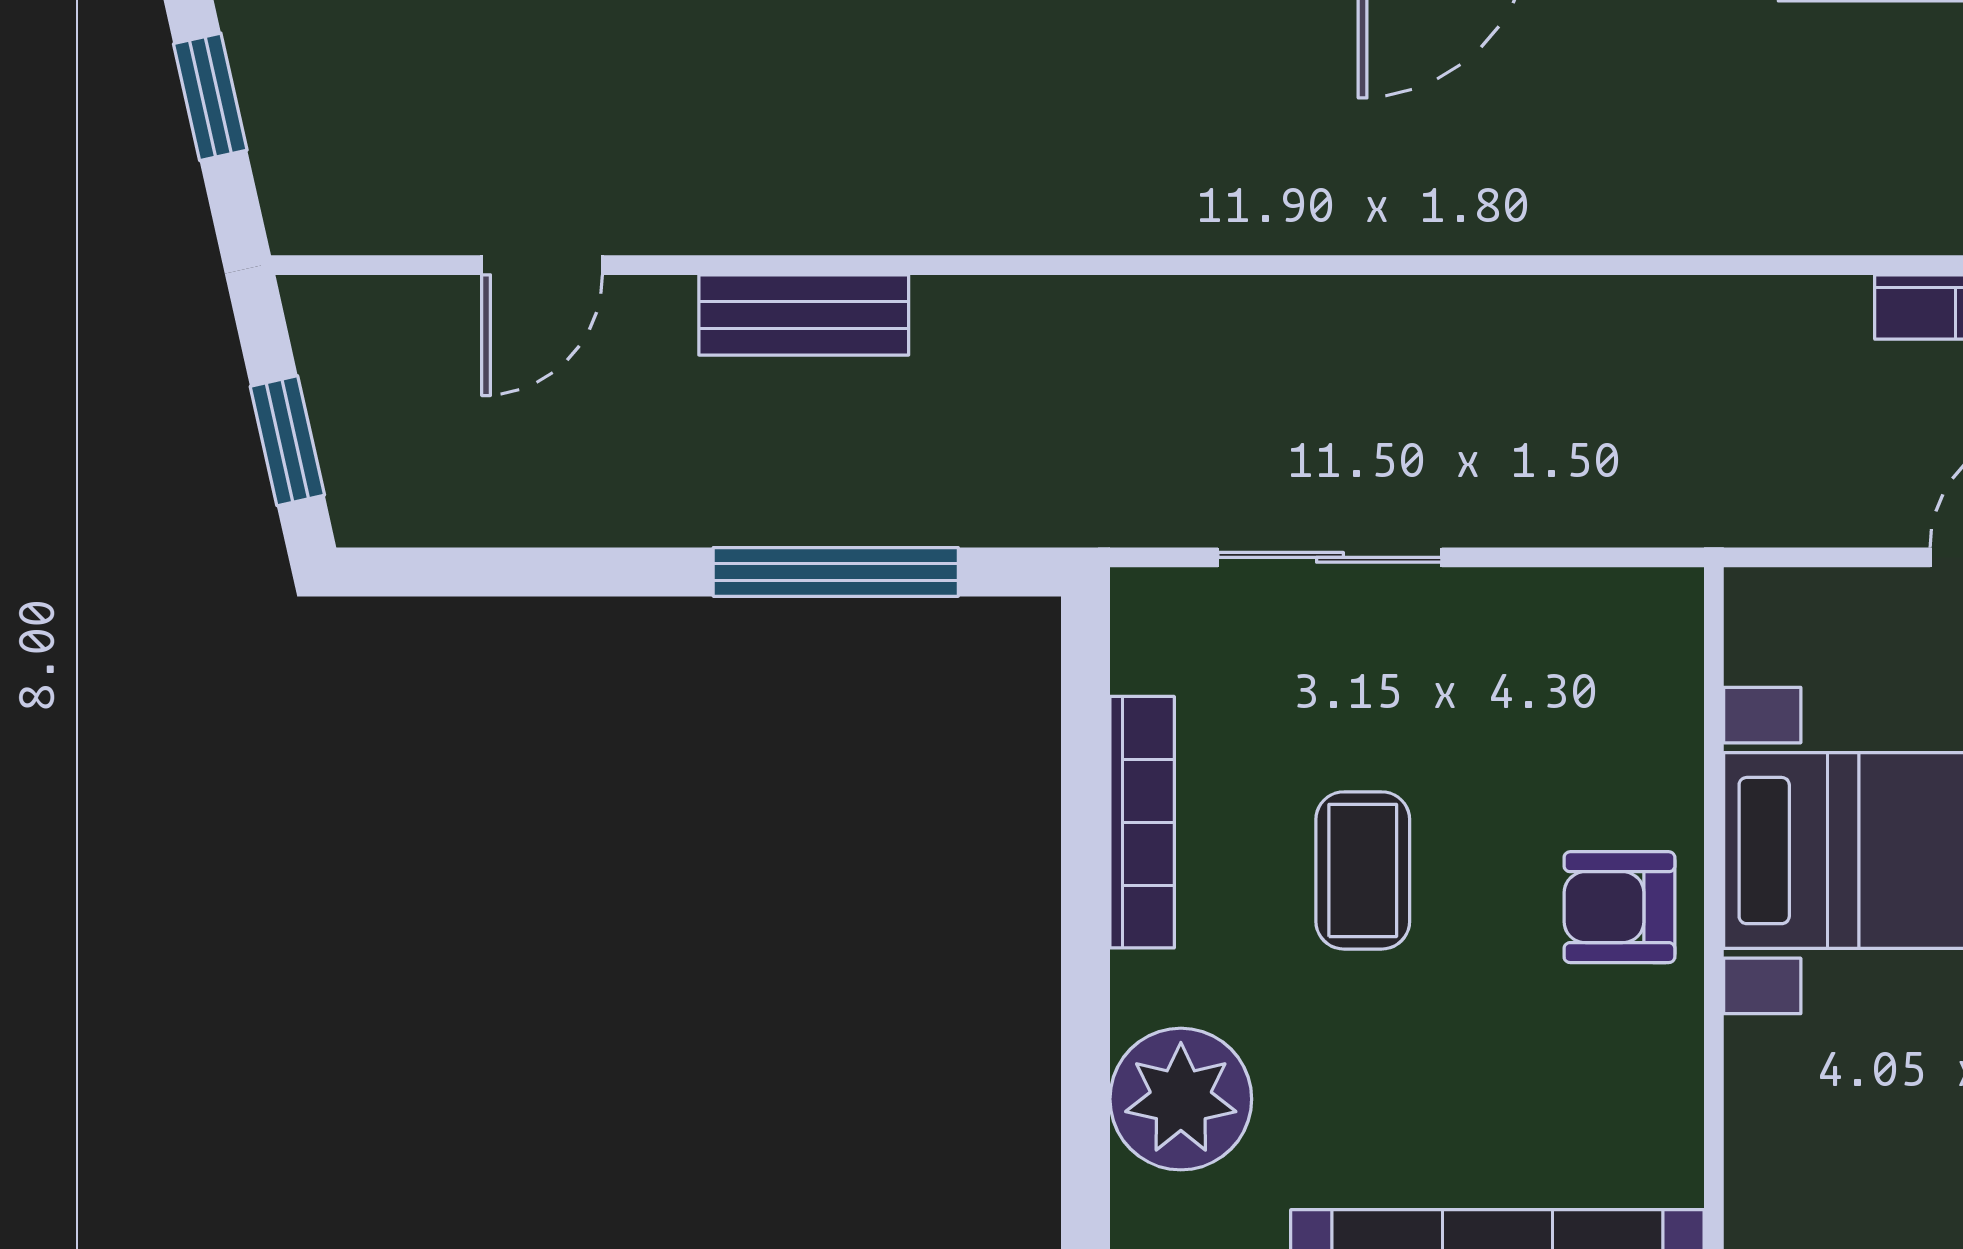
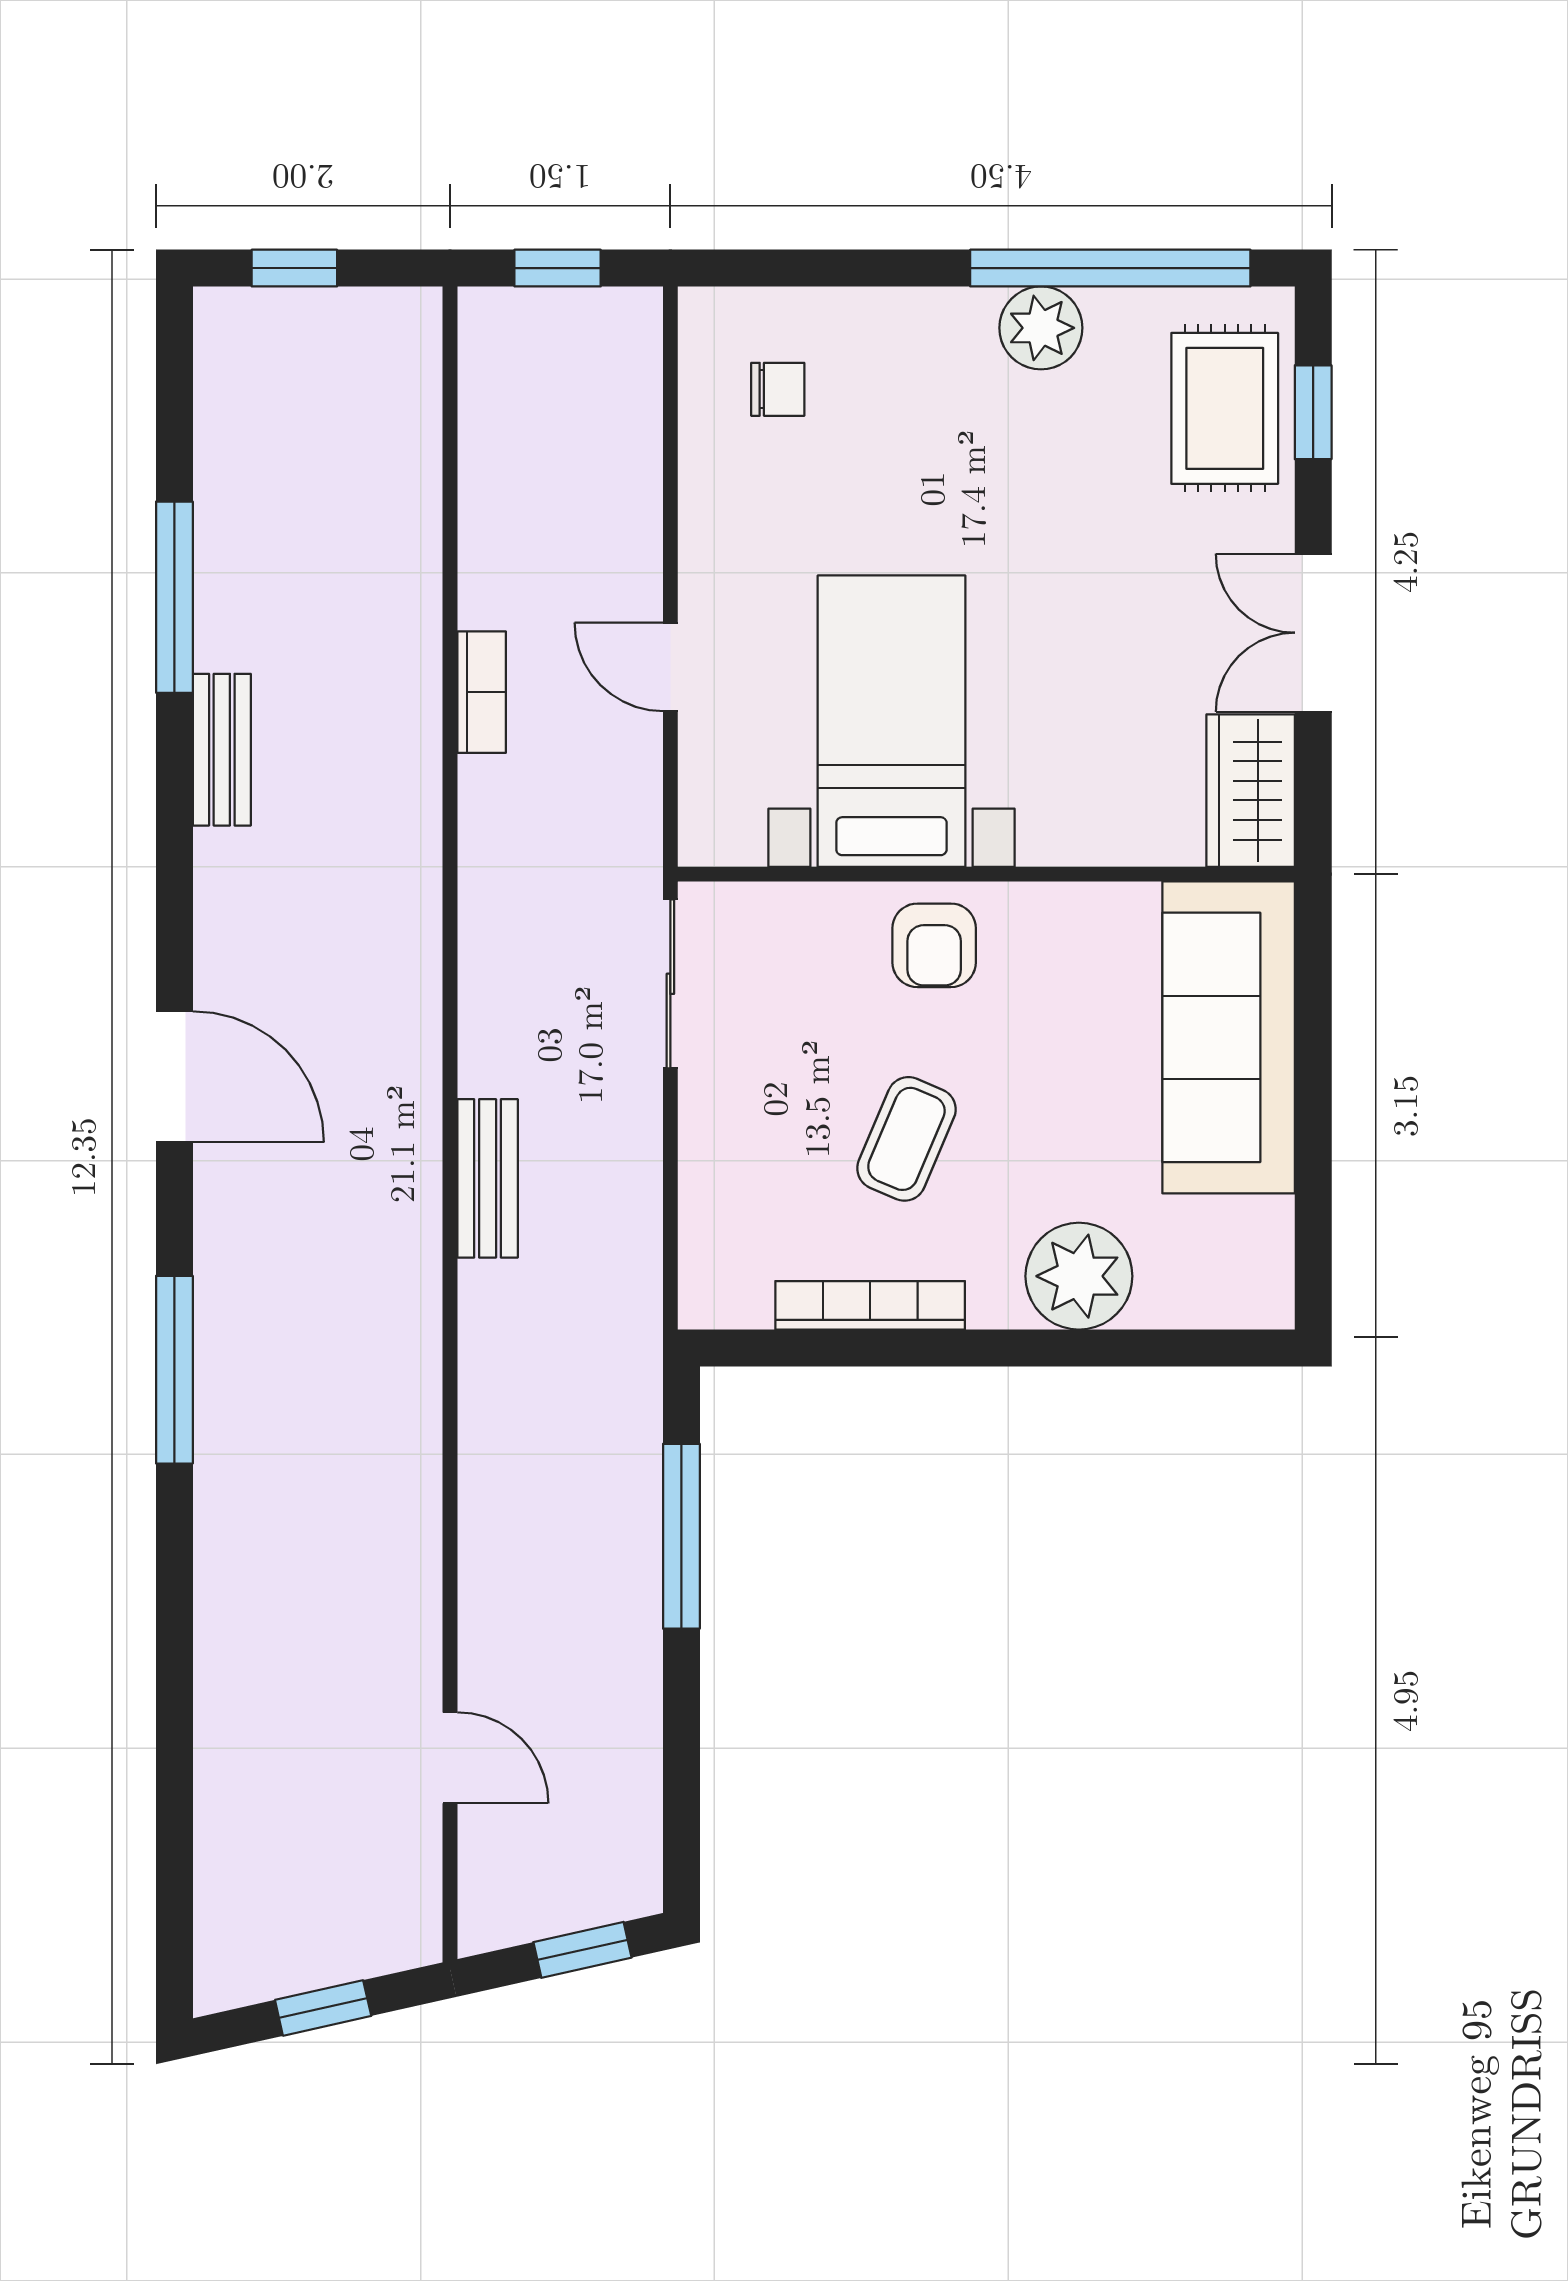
bench: (804, 315) -> (488, 1178), moved
sliding door: (1330, 557) -> (670, 984), moved
coffee table: (1363, 870) -> (906, 1139), turned -67

